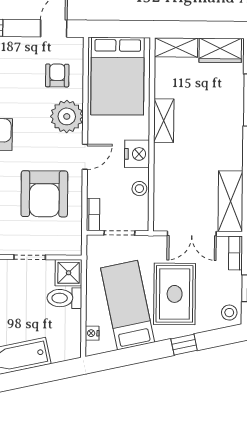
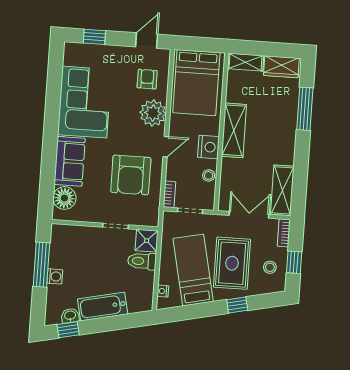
shelving: (164, 121) -> (234, 130), width x1.50, depth x1.33
double door: (192, 234) -> (249, 215), swing flipped
stool: (229, 313) -> (270, 267), moved

